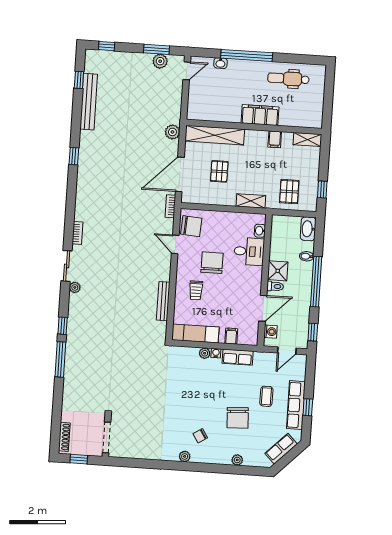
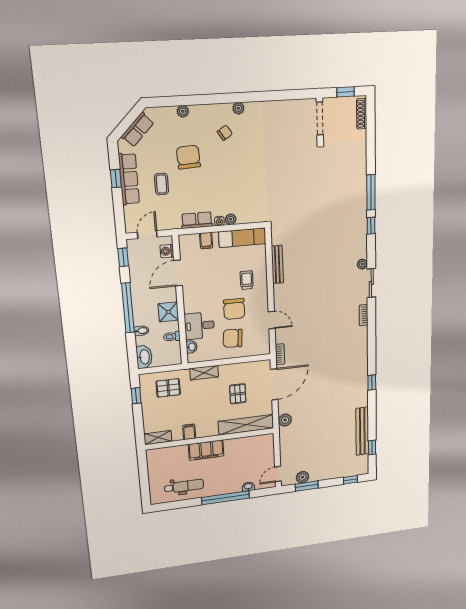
pallet: (289, 192) -> (168, 388), turned 90
chair: (191, 226) -> (233, 338), moved
toilet: (275, 286) -> (172, 337), moved

